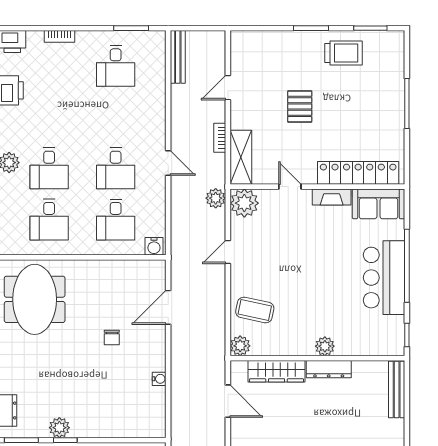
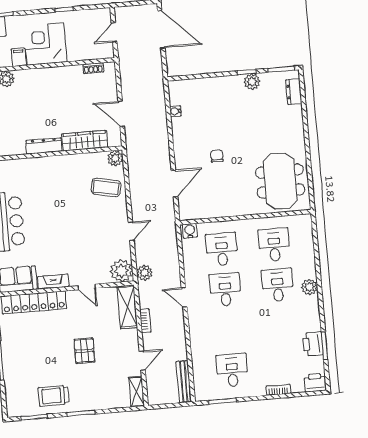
shelving: (239, 49) -> (136, 392), added
plant: (325, 346) -> (48, 164), removed
water cooler: (159, 379) -> (175, 111), moved

